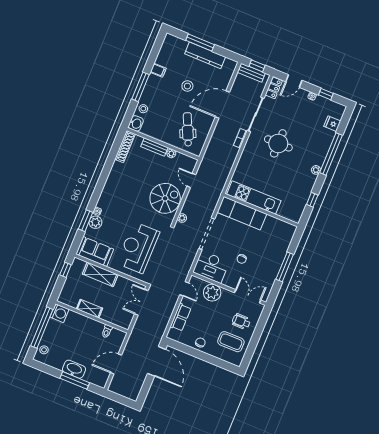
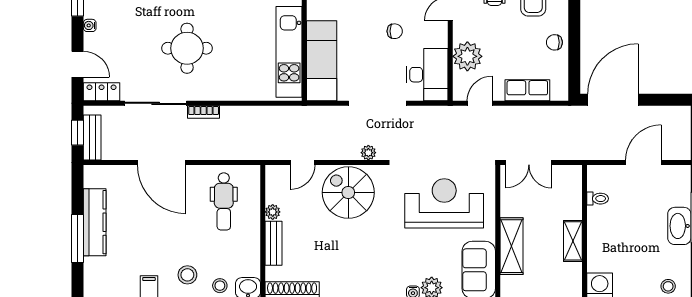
stool: (187, 86) -> (187, 275), moved
dental chair: (188, 129) -> (224, 201), turned -66
reception desk: (138, 248) -> (444, 203), turned 180
door: (116, 364) -> (643, 163), swing flipped

